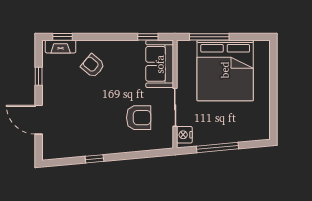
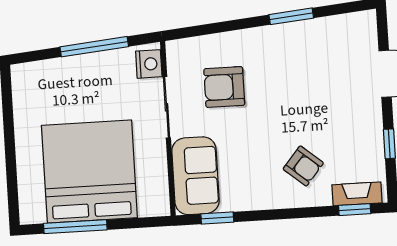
window: (209, 37) -> (75, 227), moved
window: (94, 159) -> (291, 16), width x1.50

